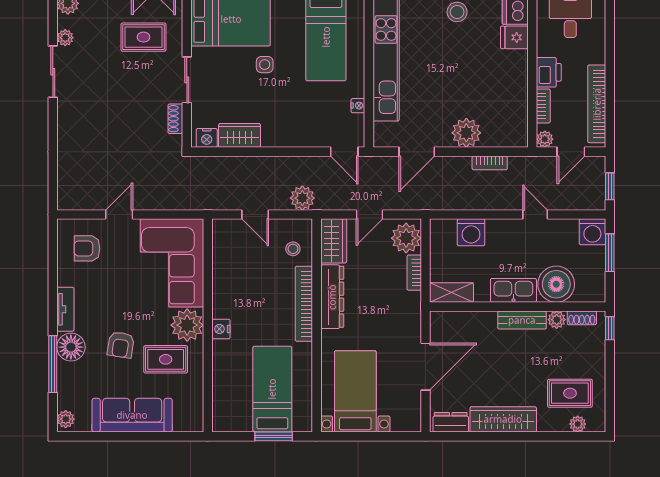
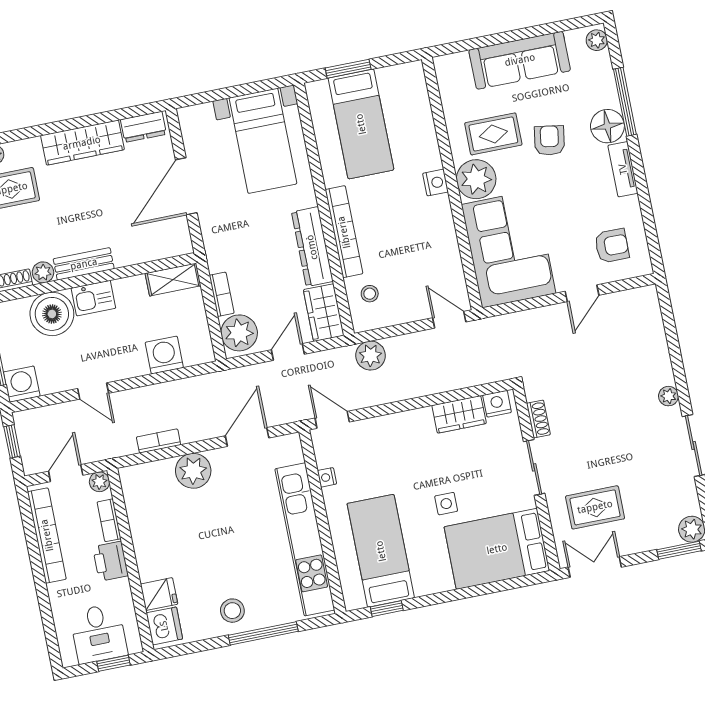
plant: (65, 38) -> (668, 396), moved
door: (255, 214) -> (449, 320), moved
kitchen sink: (513, 290) -> (93, 298), width x0.73

